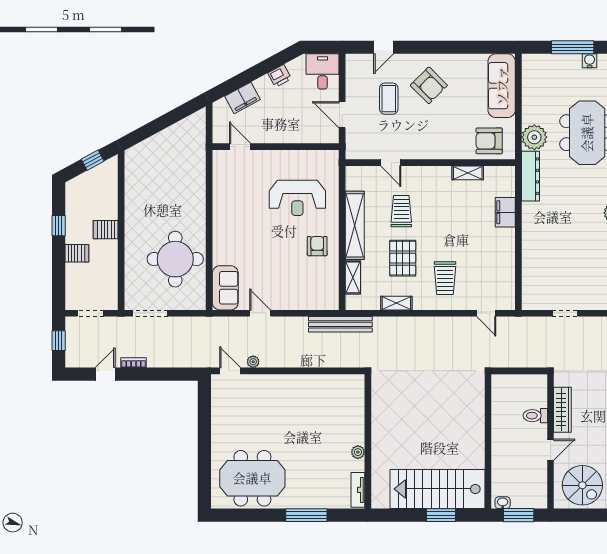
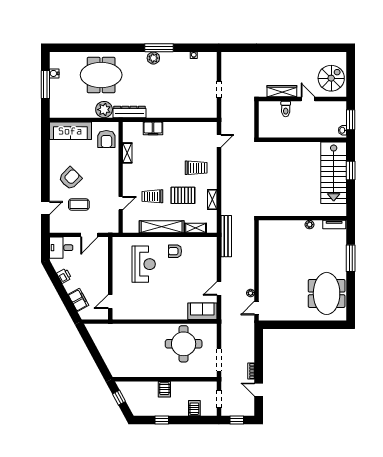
door: (384, 47) -> (45, 208), hinge flipped
server rack: (77, 253) -> (194, 408), moved

